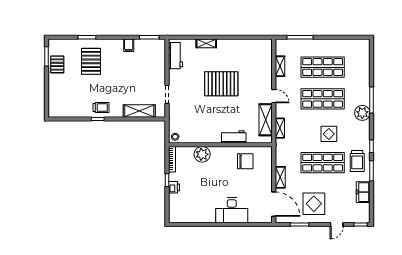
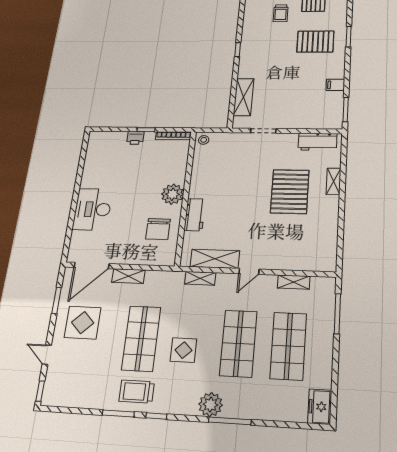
pallet: (221, 84) -> (290, 192), moved
trolley: (101, 108) -> (281, 13), moved
plant: (202, 154) -> (173, 194), moved
freezer: (363, 192) -> (320, 407), moved, turned -90

